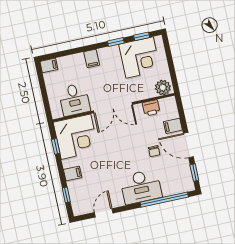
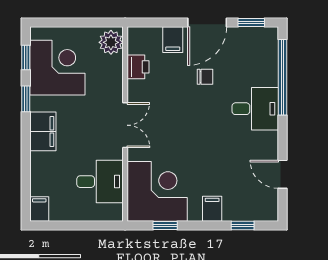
filing cabinet: (92, 58) -> (43, 131), width x2.00
double door: (113, 108) -> (125, 125), width x0.73
desk: (141, 187) -> (255, 109), width x0.73

